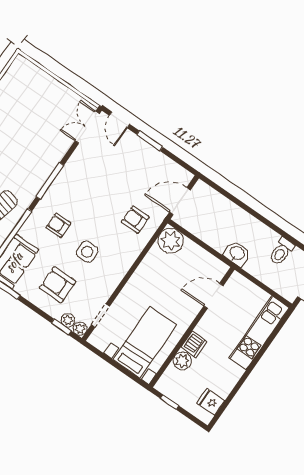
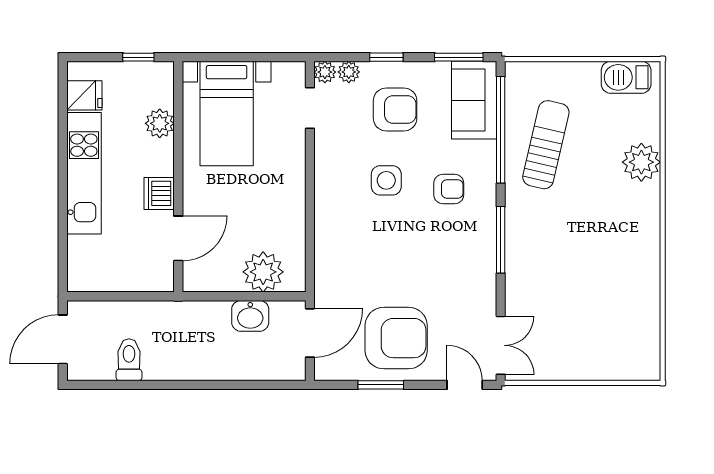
window: (150, 141) -> (381, 385), moved
armchair: (135, 220) -> (396, 338), moved, width x1.88, depth x1.88
plant: (171, 241) -> (263, 272), moved
washbasin: (237, 254) -> (250, 316), moved
window: (61, 327) -> (386, 57), moved
kitchen unit: (259, 333) -> (84, 173), moved
dishwasher: (194, 344) -> (159, 193), moved

